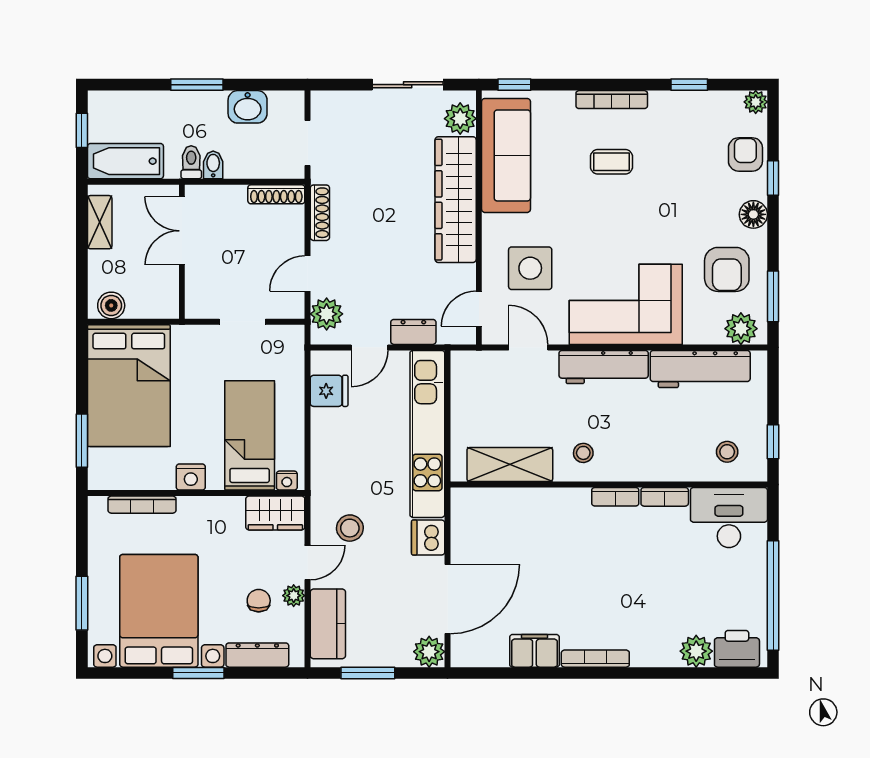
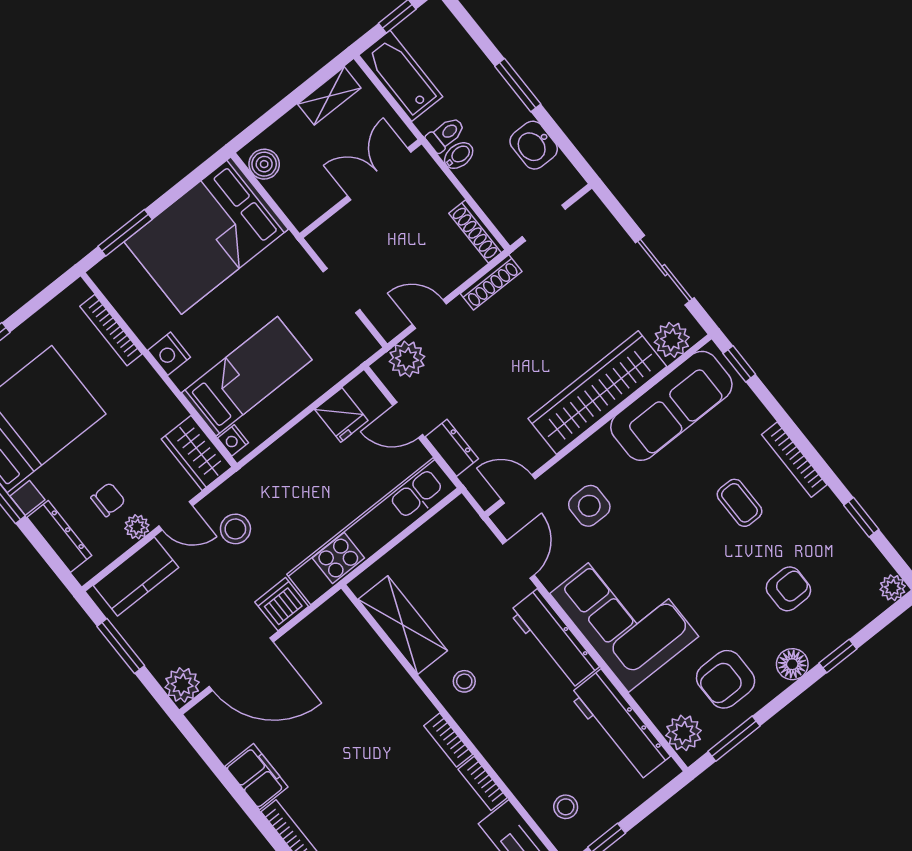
armchair: (745, 154) -> (788, 589), moved
side table: (530, 268) -> (589, 506), width x0.73, depth x0.73

